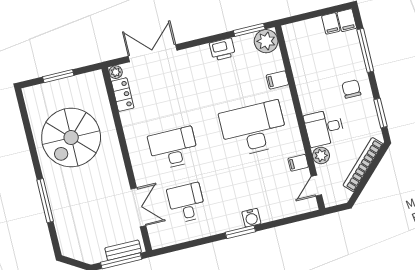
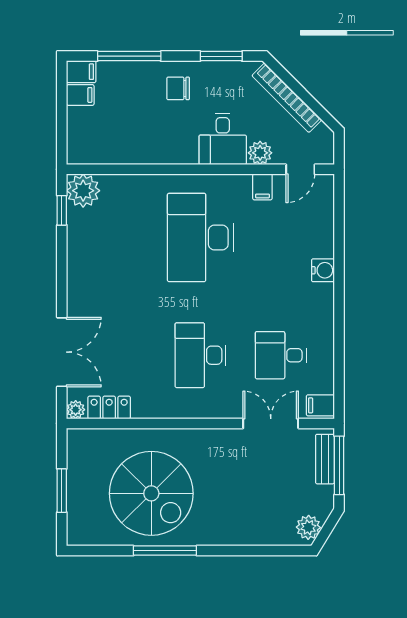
window: (249, 30) -> (62, 210), width x0.67
printer: (222, 49) -> (80, 254), removed
double door: (153, 53) -> (62, 352), swing flipped
filing cabinet: (277, 80) -> (320, 405), moved, turned 90
door: (316, 186) -> (300, 169), hinge flipped
window: (45, 201) -> (165, 551), moved
window: (240, 232) -> (339, 290), removed
plant: (74, 250) -> (308, 527), added

